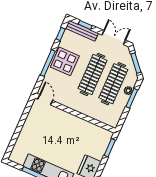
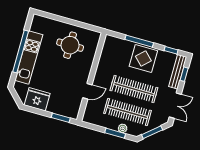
door: (45, 100) -> (87, 91), moved
round table: (42, 129) -> (70, 45), added

